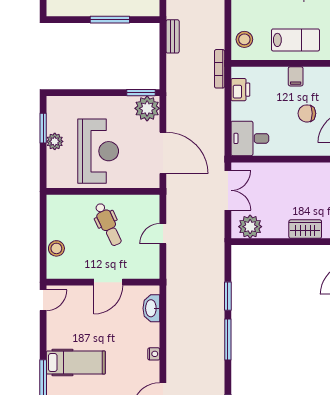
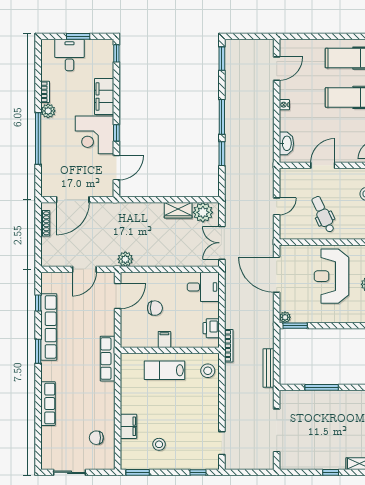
bench: (173, 36) -> (268, 368), width x1.36
plant: (147, 108) -> (285, 317), width x0.53, depth x0.53
wardrobe: (305, 229) -> (178, 210), moved

